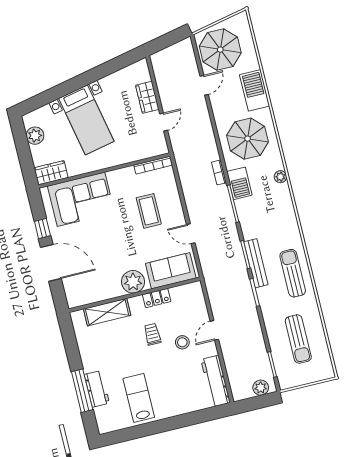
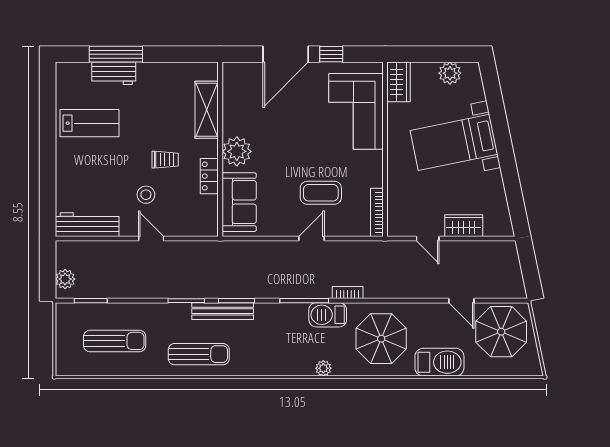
door: (191, 234) -> (312, 239), moved
sun lounger: (298, 339) -> (115, 341), turned 180

